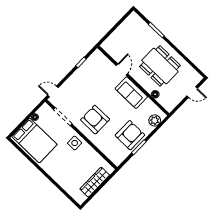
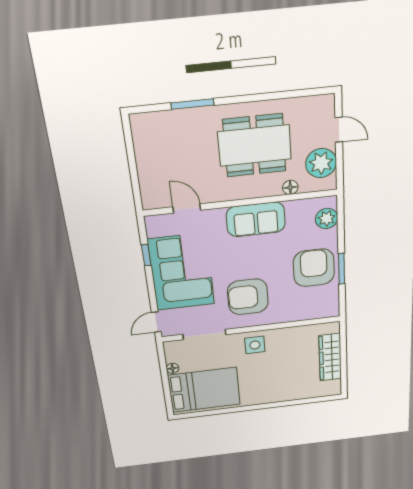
door: (122, 70) -> (187, 208), moved
corner sofa: (85, 83) -> (181, 272), added
door: (192, 92) -> (339, 130), hinge flipped
plant: (174, 97) -> (321, 163), added

